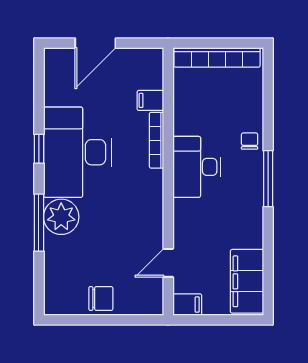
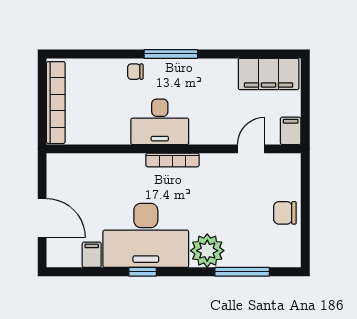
filing cabinet: (150, 100) -> (92, 255), moved, turned 180
bookcase: (157, 140) -> (172, 160), moved
window: (39, 223) -> (242, 272), moved
door: (168, 263) -> (251, 149), swing flipped
chair: (101, 298) -> (285, 213), turned -90

